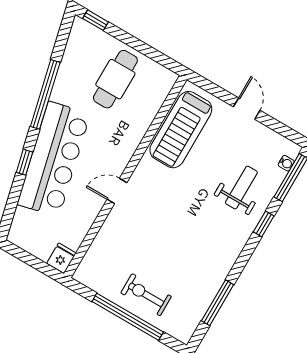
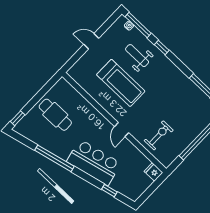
treadmill: (181, 130) -> (121, 83), moved
bar counter: (54, 159) -> (94, 162), width x0.73
window: (24, 162) -> (109, 191), moved
exercise bike: (146, 295) -> (159, 135), moved, turned 180

